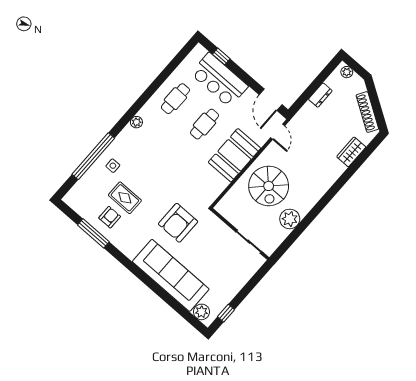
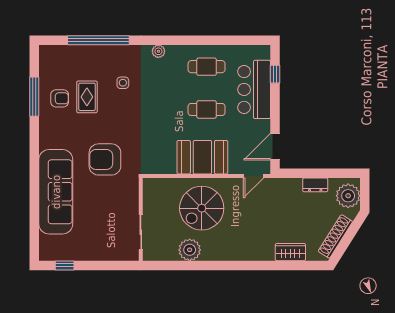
plant: (347, 72) -> (348, 196), width x1.87, depth x1.87
side table: (113, 166) -> (123, 83), moved
plant: (201, 312) -> (48, 244), removed

